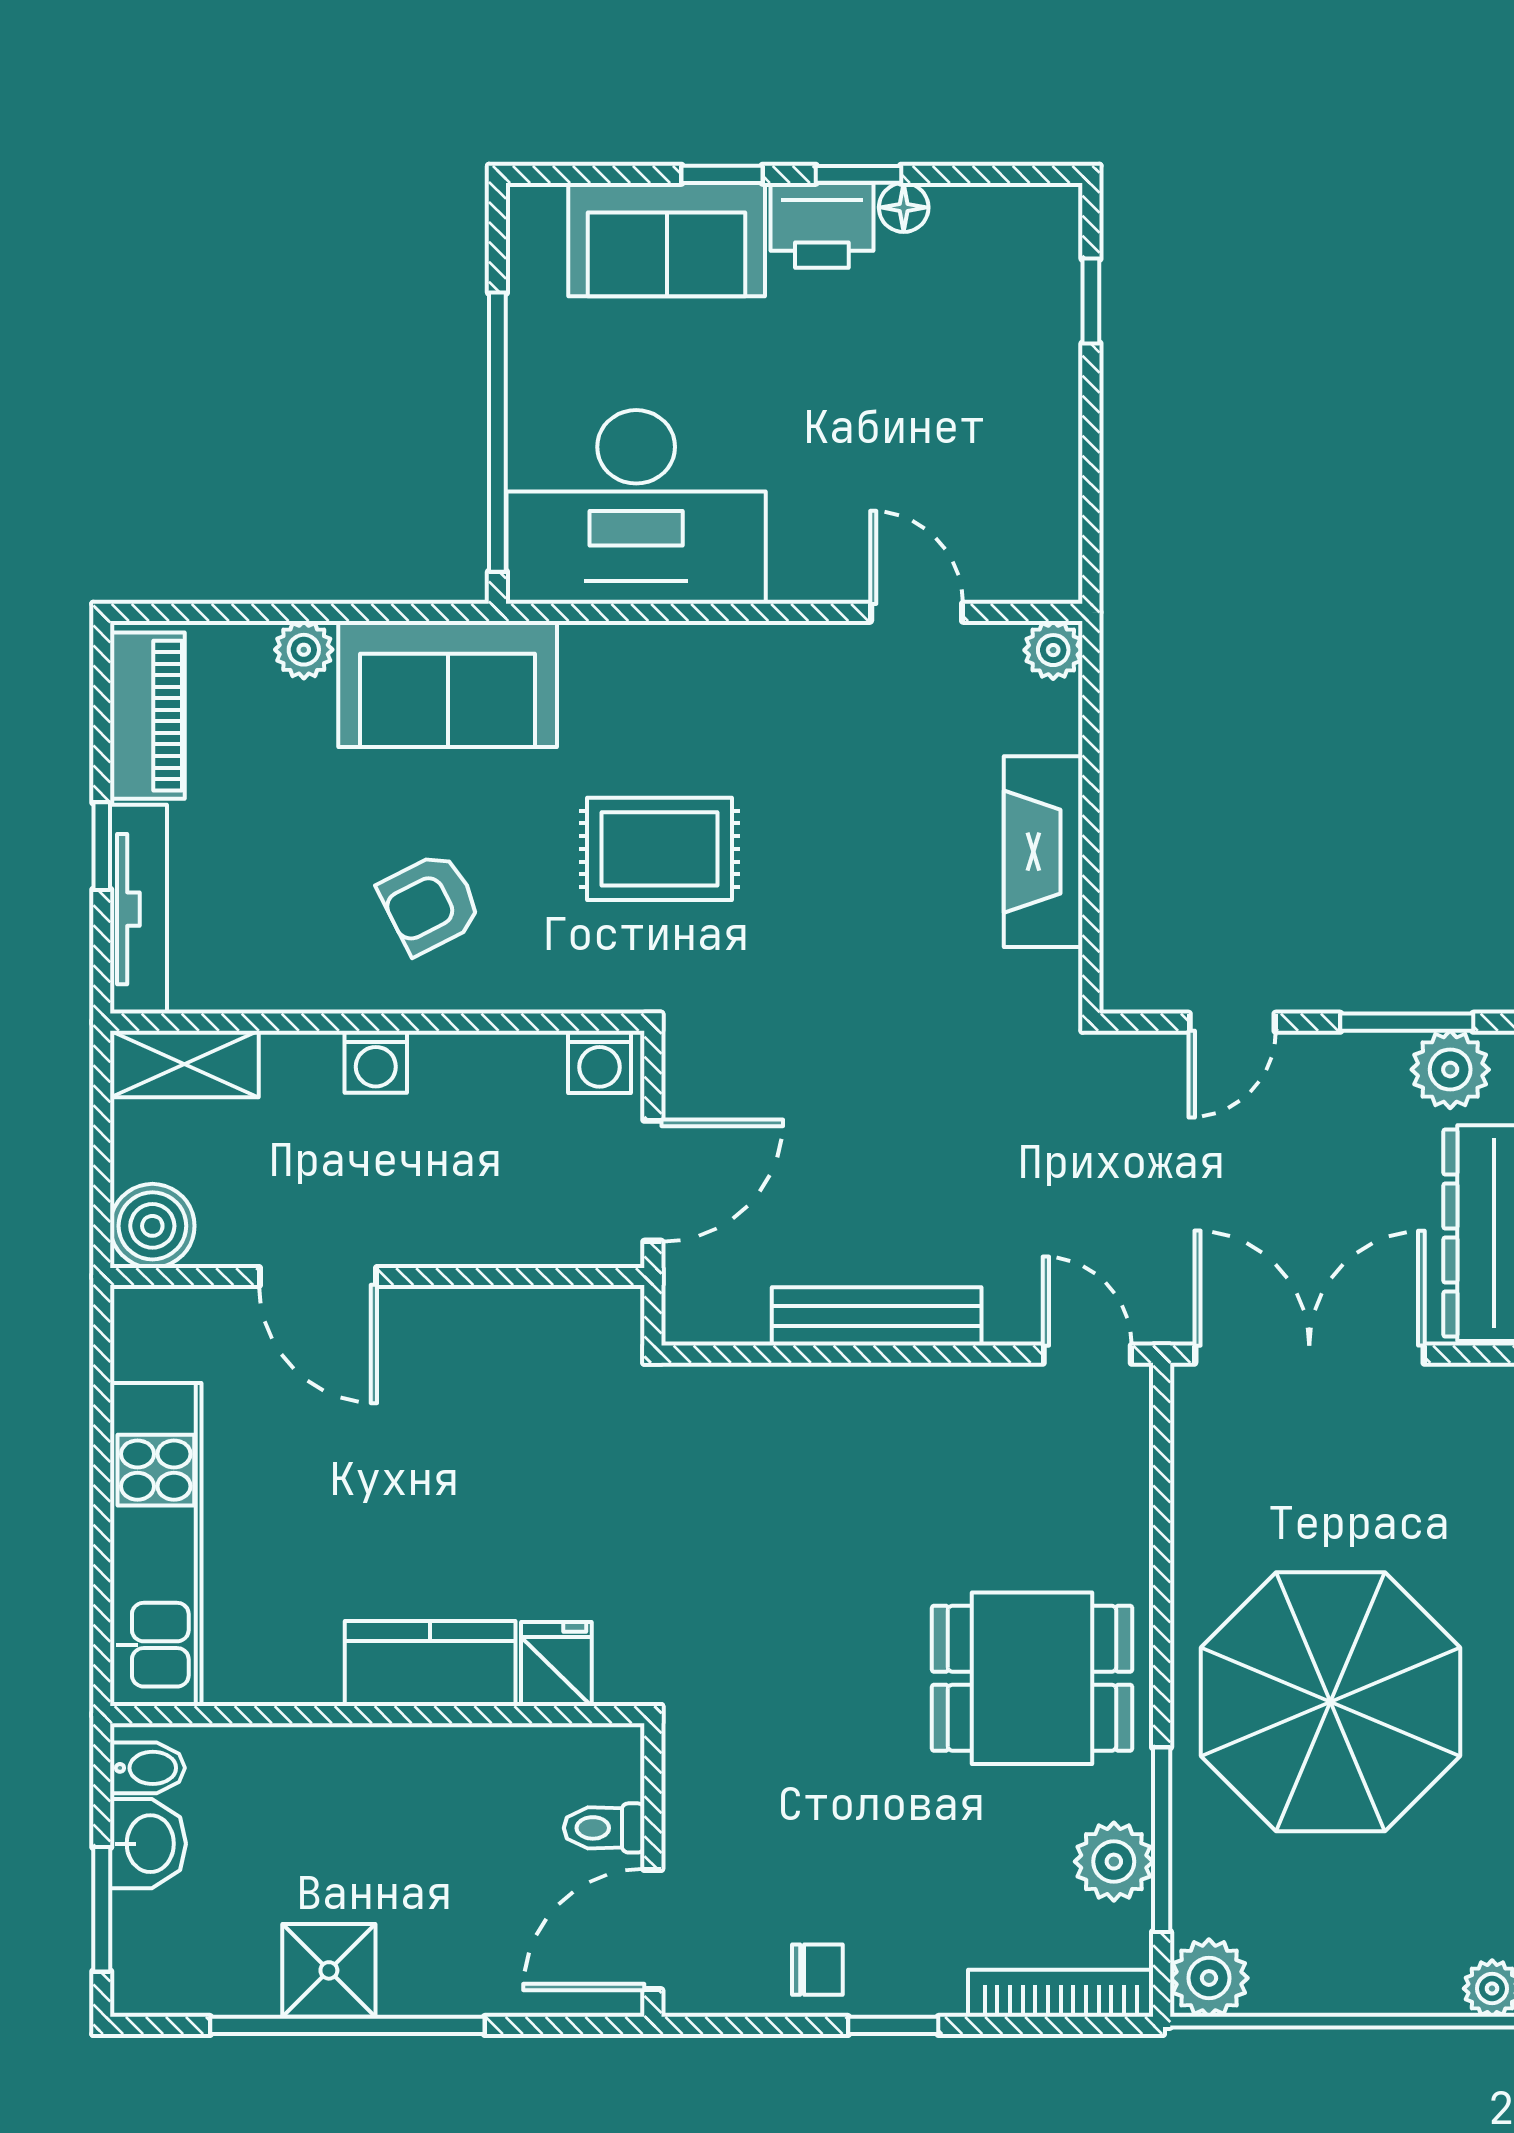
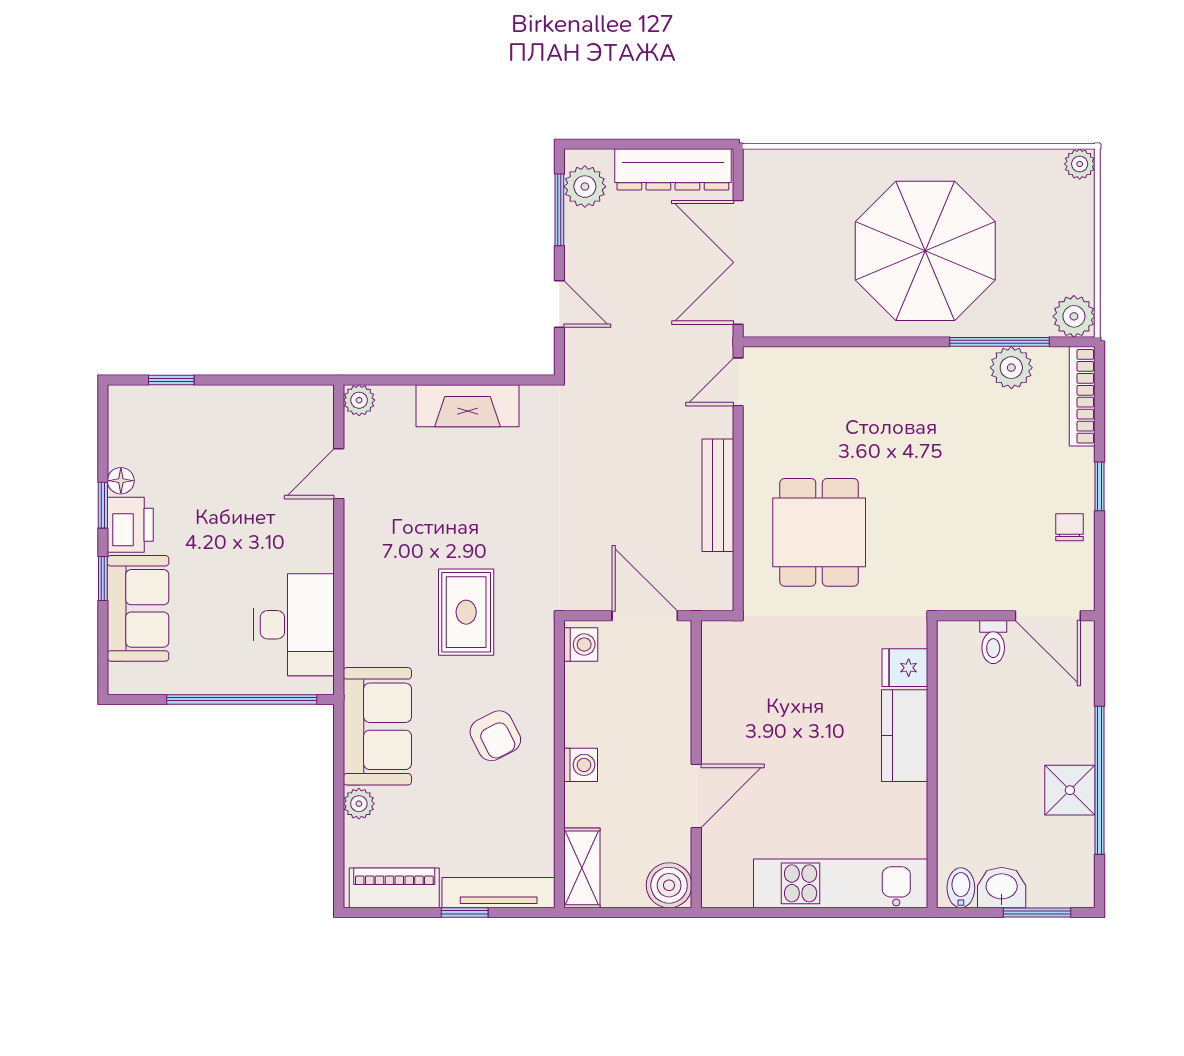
desk: (636, 507) -> (294, 625), width x0.73, depth x0.77
dining table: (1032, 1678) -> (819, 532), moved

